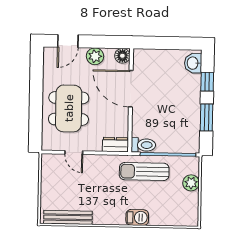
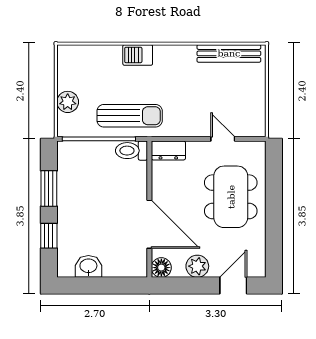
washbasin: (193, 63) -> (88, 266), moved, turned -90

